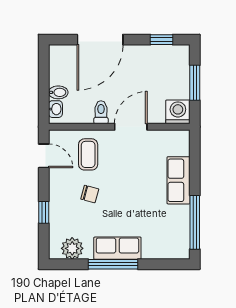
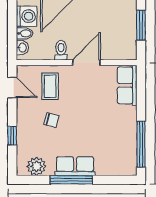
washing machine: (178, 112) -> (27, 16), moved, turned 90
row of seats: (179, 180) -> (127, 85), moved

